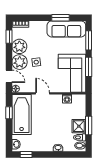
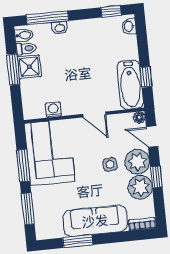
sofa: (66, 29) -> (95, 221), moved
window: (9, 37) -> (156, 177), moved
bathtub: (22, 114) -> (130, 85), width x0.73, depth x0.73
window: (65, 155) -> (47, 18), added

